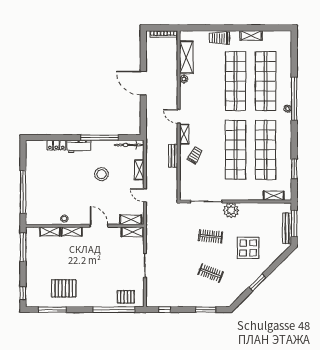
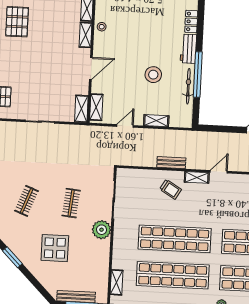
bicycle: (129, 145) -> (188, 86), moved

